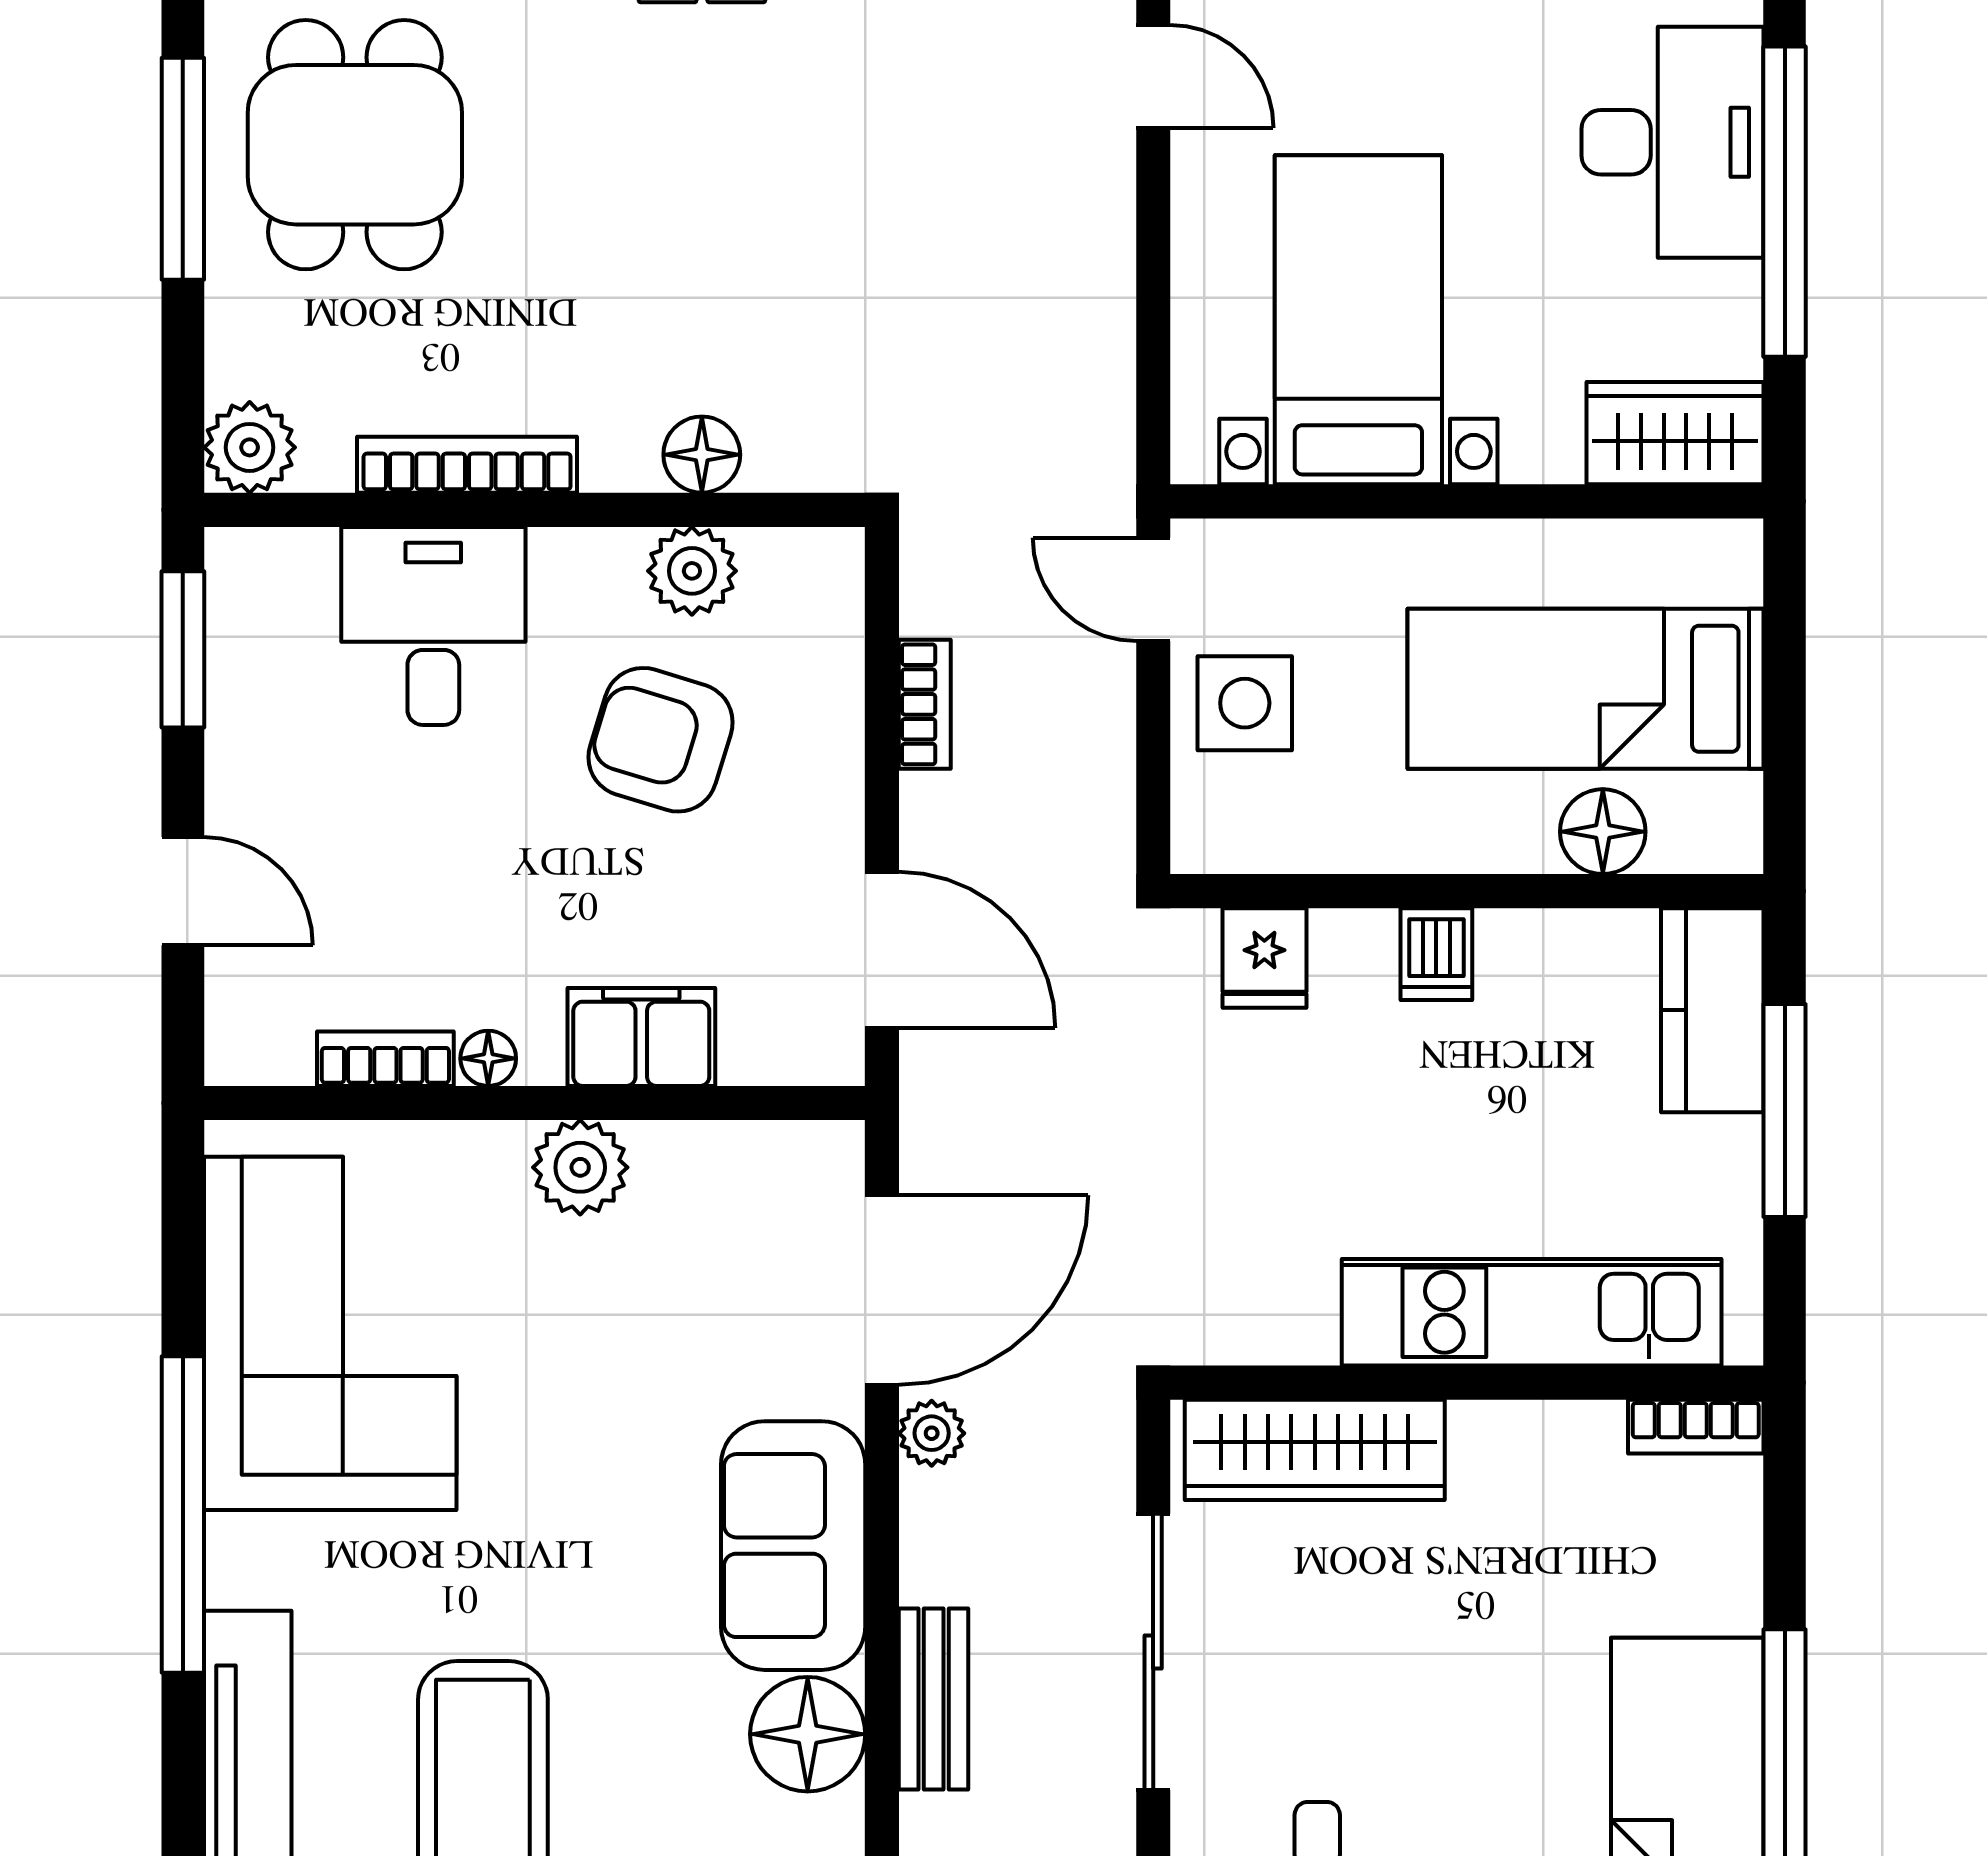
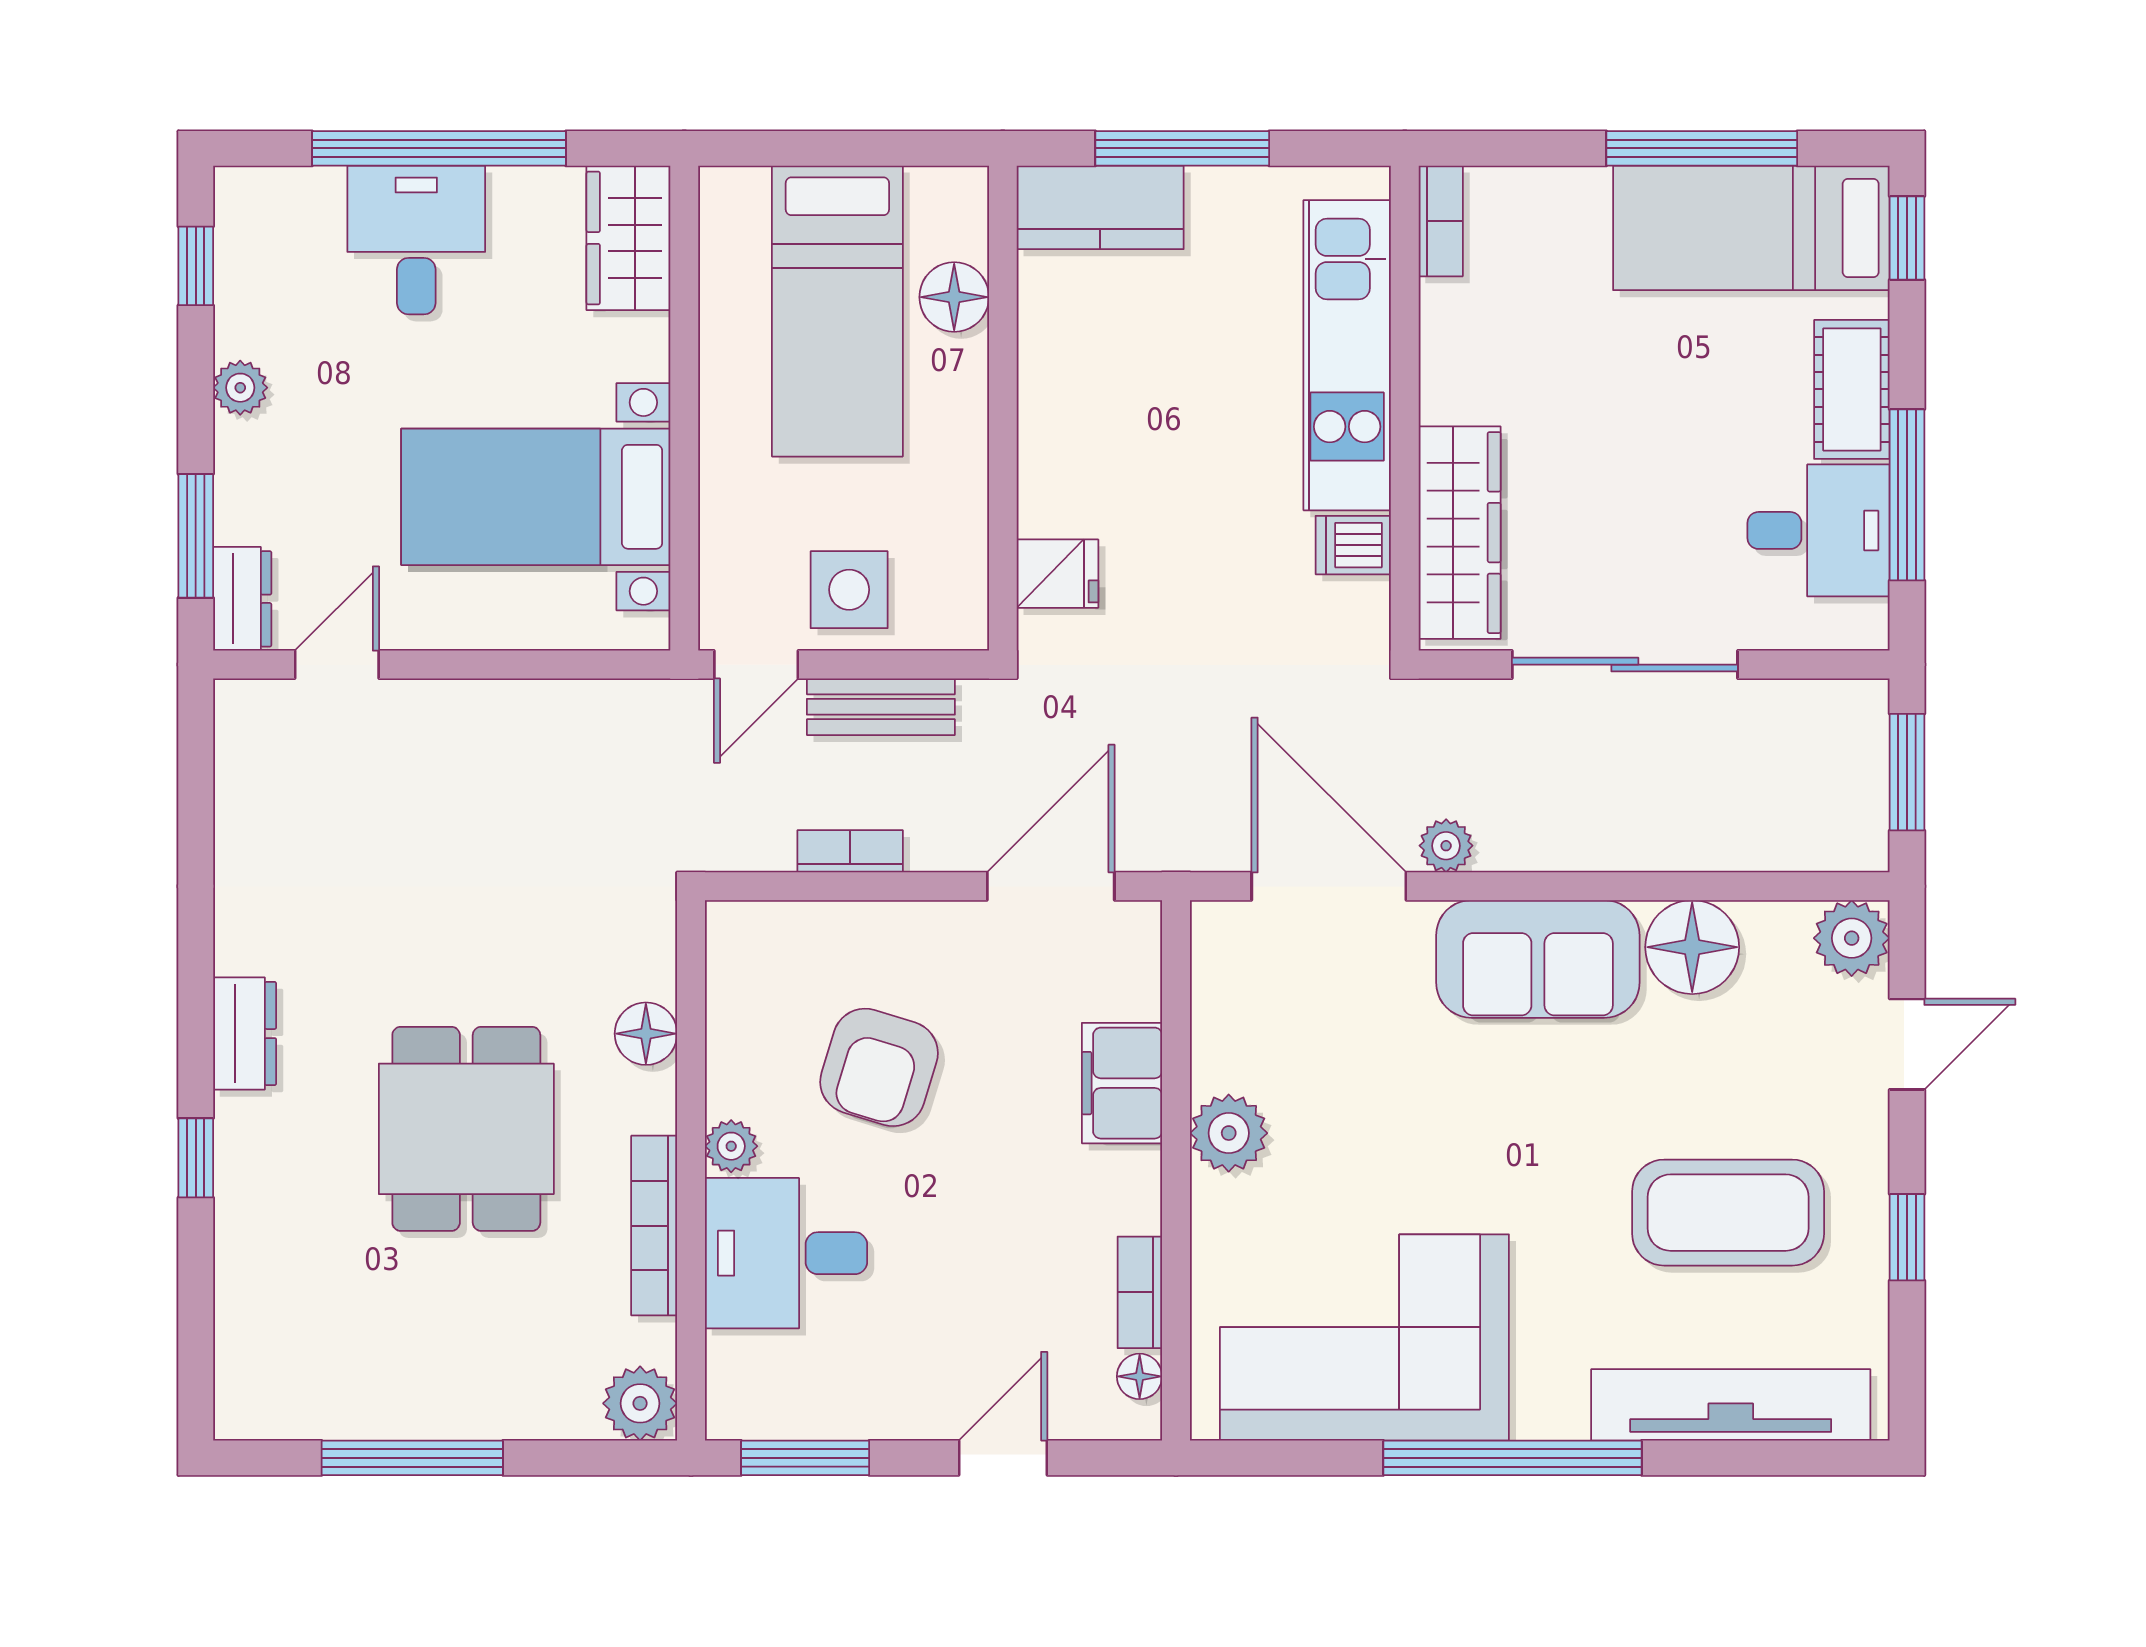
desk: (1672, 142) -> (416, 240), width x0.73
dining table: (355, 145) -> (466, 1129), moved, turned 90
plant: (692, 571) -> (731, 1146), moved, width x0.73, depth x0.73
dishwasher: (1436, 954) -> (1353, 545), moved, turned 180
floor lamp: (488, 1058) -> (1140, 1376), moved
bench: (934, 1699) -> (881, 707), moved

